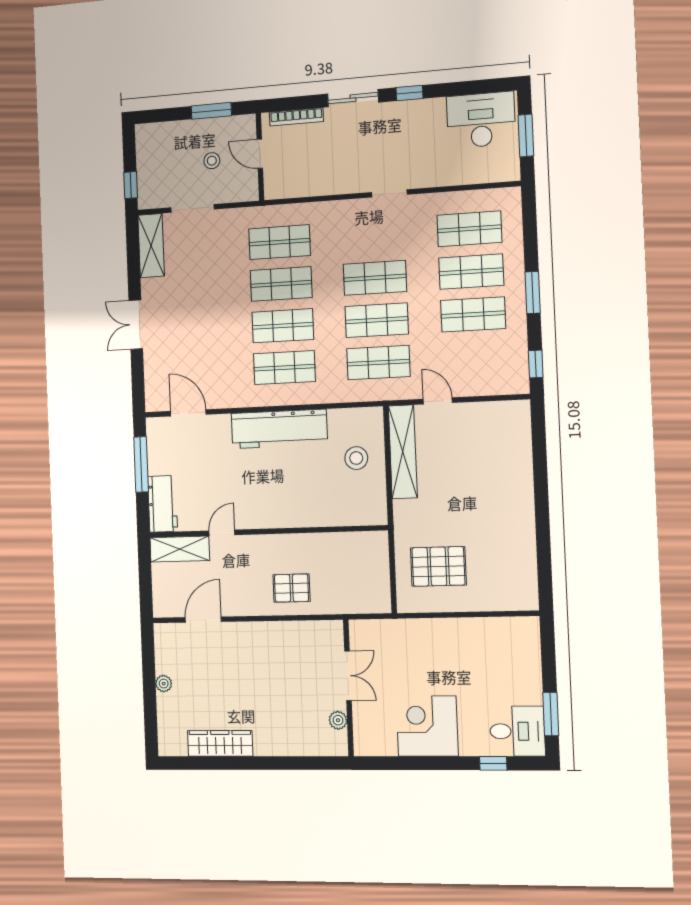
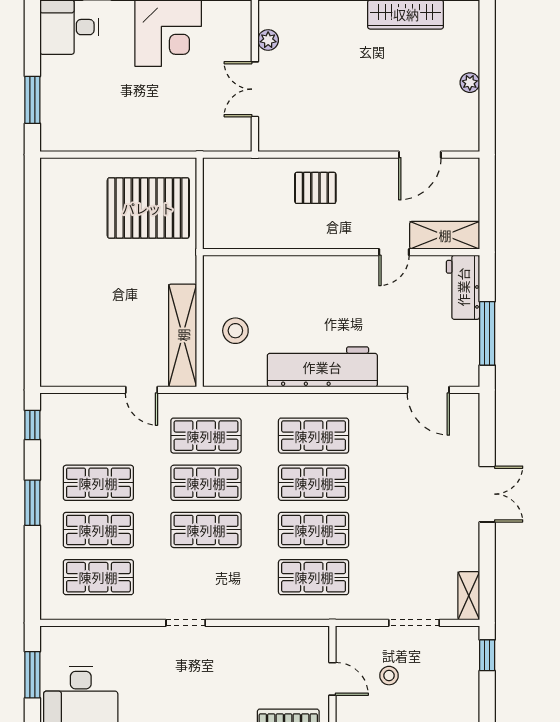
shelving: (151, 246) -> (469, 596), width x0.67, depth x0.75
pallet: (438, 566) -> (148, 208), width x1.37, depth x1.41
window: (551, 714) -> (32, 100), moved

